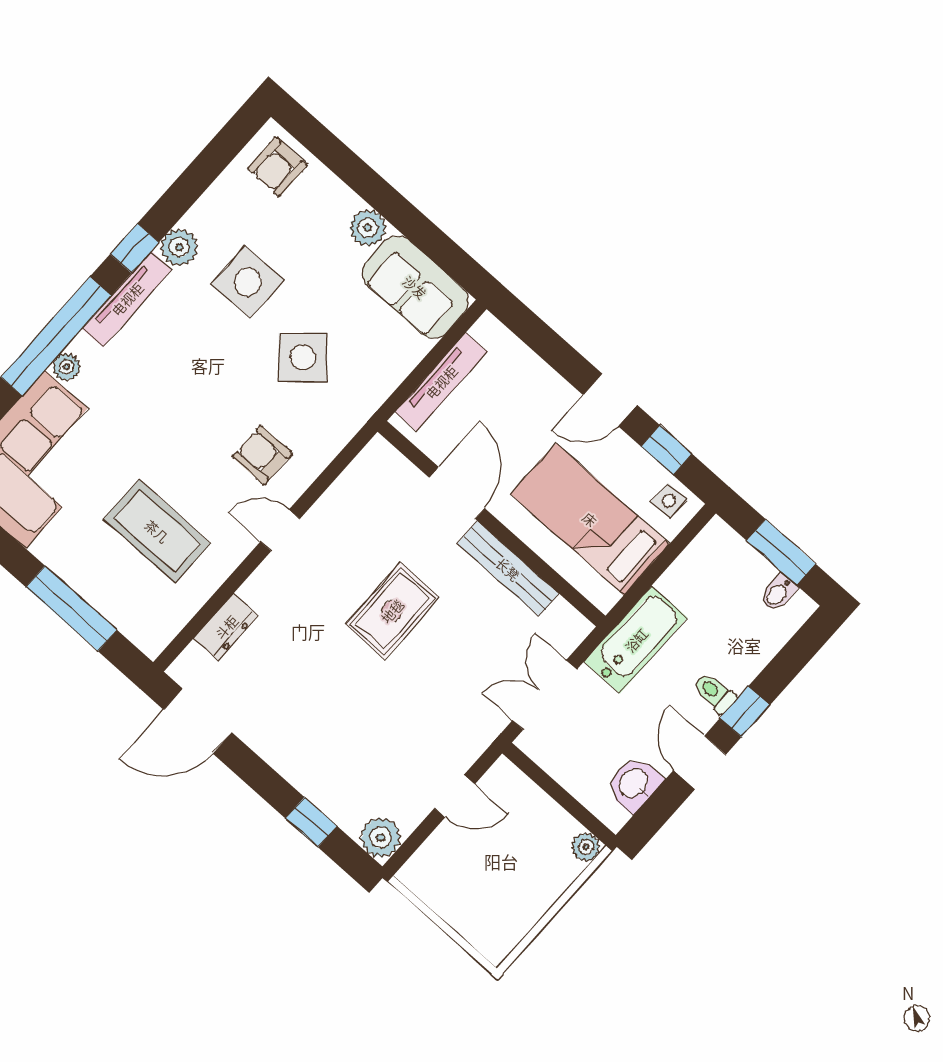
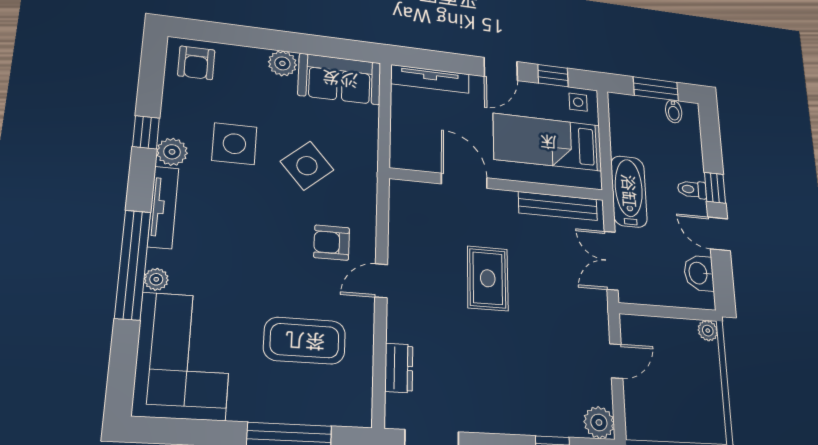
window: (134, 248) -> (146, 132), moved
tv unit: (441, 382) -> (430, 79), moved, turned 90
bench: (508, 569) -> (558, 206), moved

